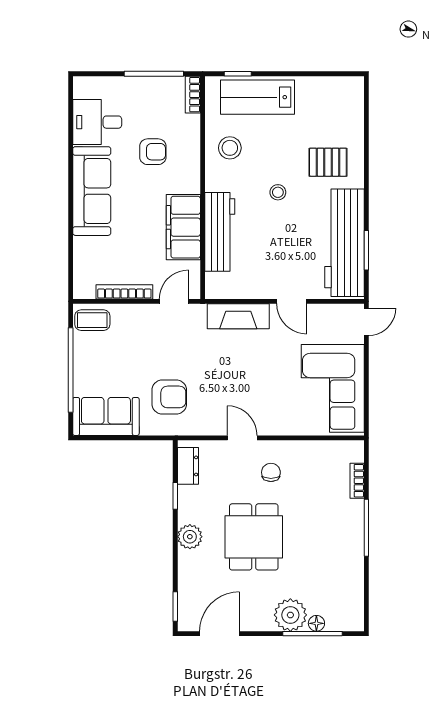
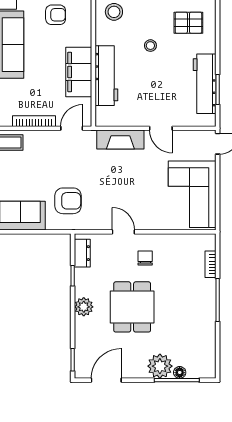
workbench: (345, 243) -> (205, 84), width x0.73, depth x0.76

